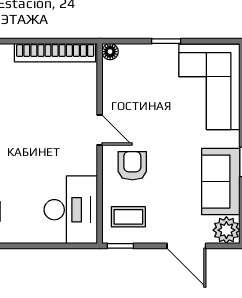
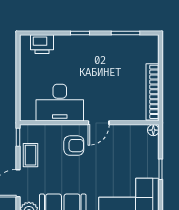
desk: (71, 210) -> (60, 103), moved
coffee table: (128, 217) -> (31, 155), moved

